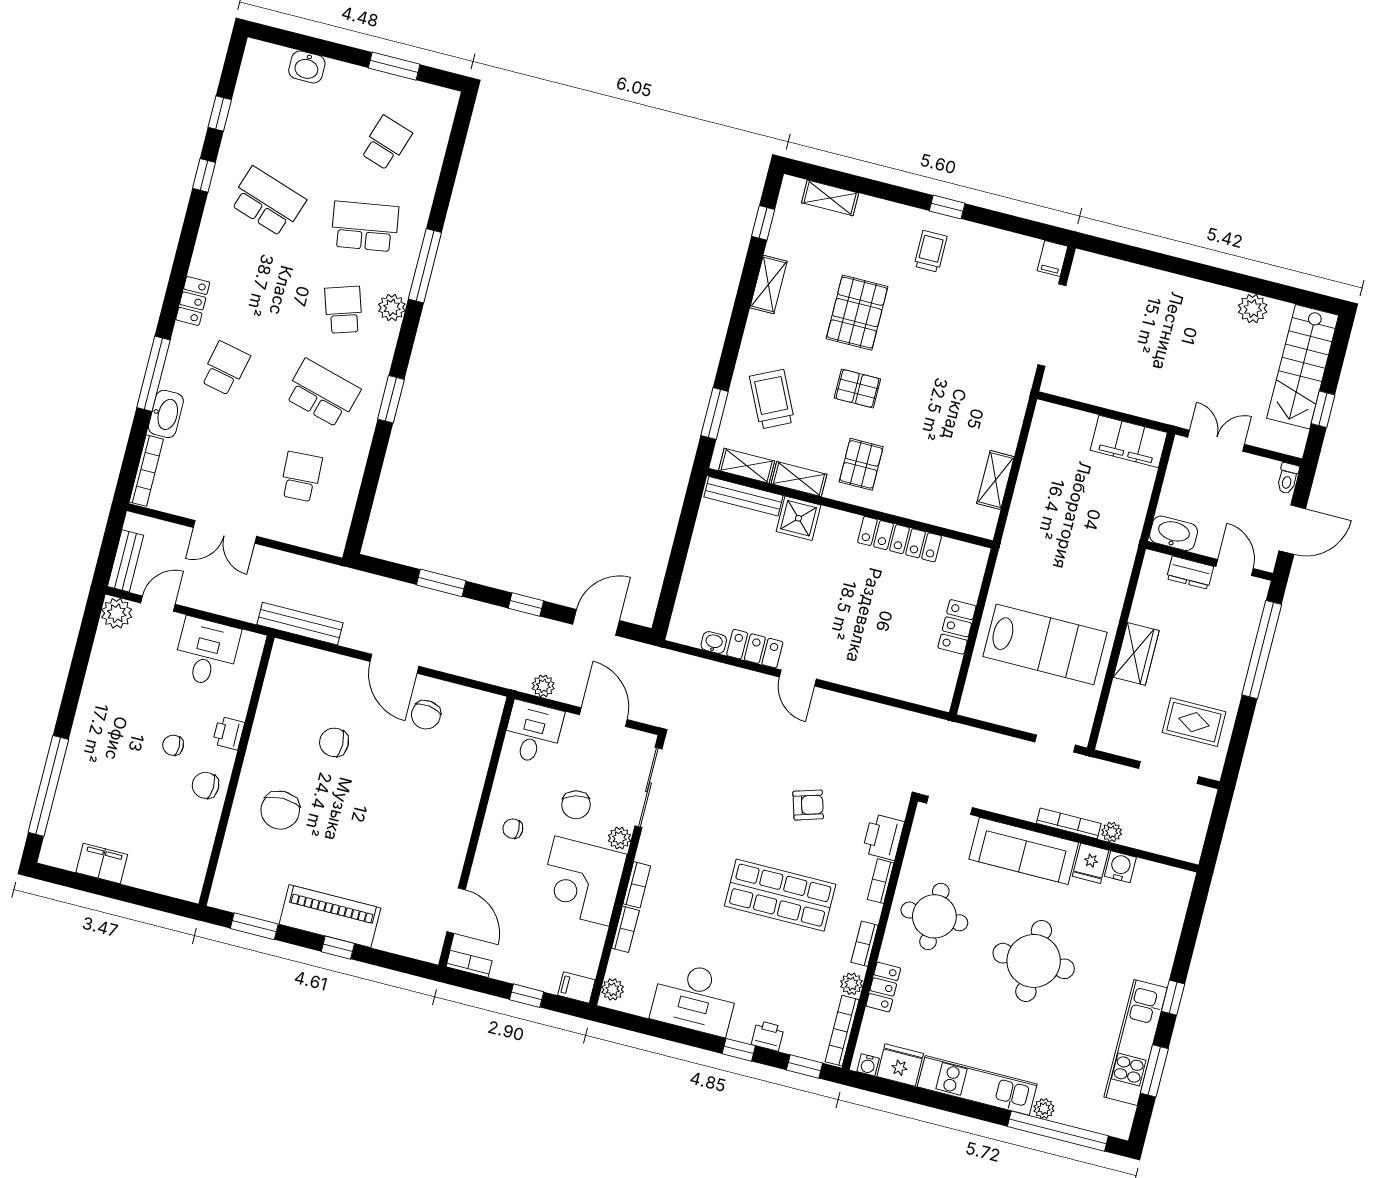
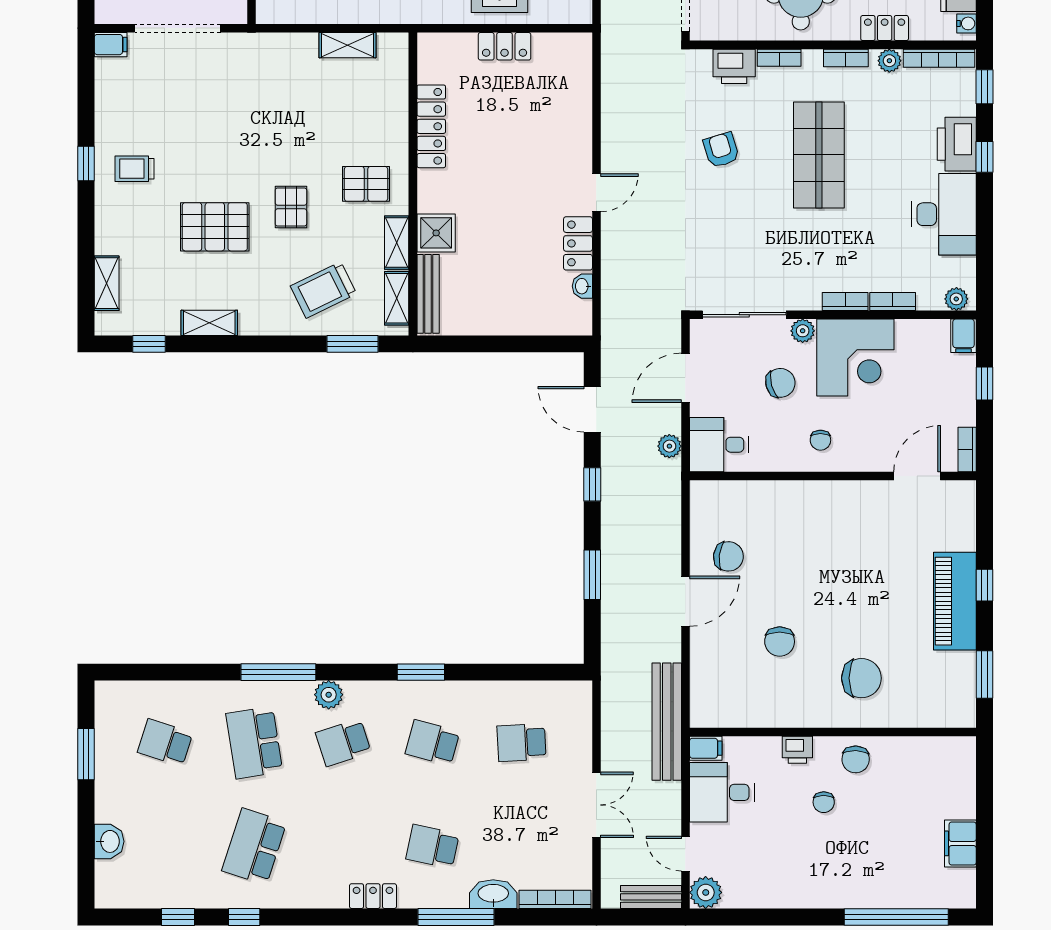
school desk: (322, 393) -> (432, 743), width x0.54
bench: (300, 624) -> (667, 722), width x1.37, depth x1.21
filing cabinet: (252, 648) -> (706, 748), added
printer: (768, 1036) -> (957, 144), width x1.87, depth x1.48

